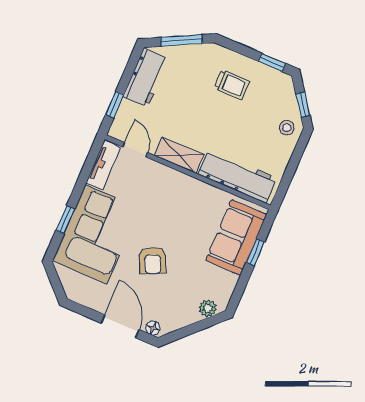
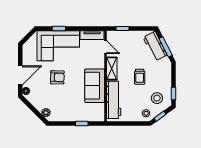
workbench: (146, 78) -> (155, 46), moved, turned 63
trolley: (232, 85) -> (140, 77), moved
stool: (268, 96) -> (157, 98), added
door: (135, 150) -> (105, 47), hinge flipped
sofa: (236, 237) -> (95, 86), moved, turned -90
armchair: (153, 260) -> (57, 77), turned -153

